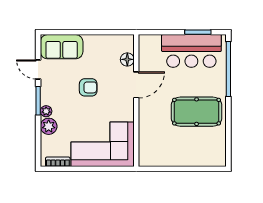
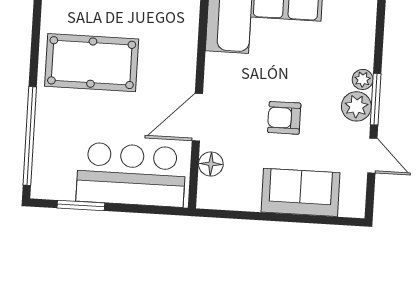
sofa: (62, 47) -> (300, 192), moved
bar counter: (191, 51) -> (131, 175), moved
plant: (49, 126) -> (356, 106), moved

